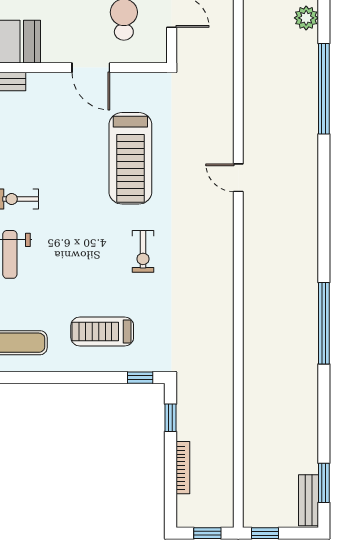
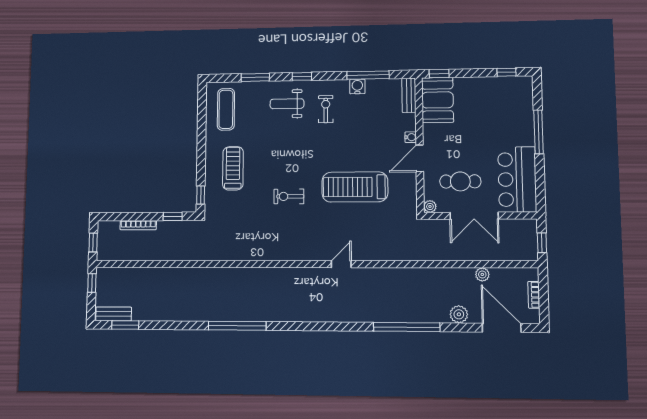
plant: (158, 55) -> (430, 206), added
water cooler: (61, 80) -> (411, 137), added

